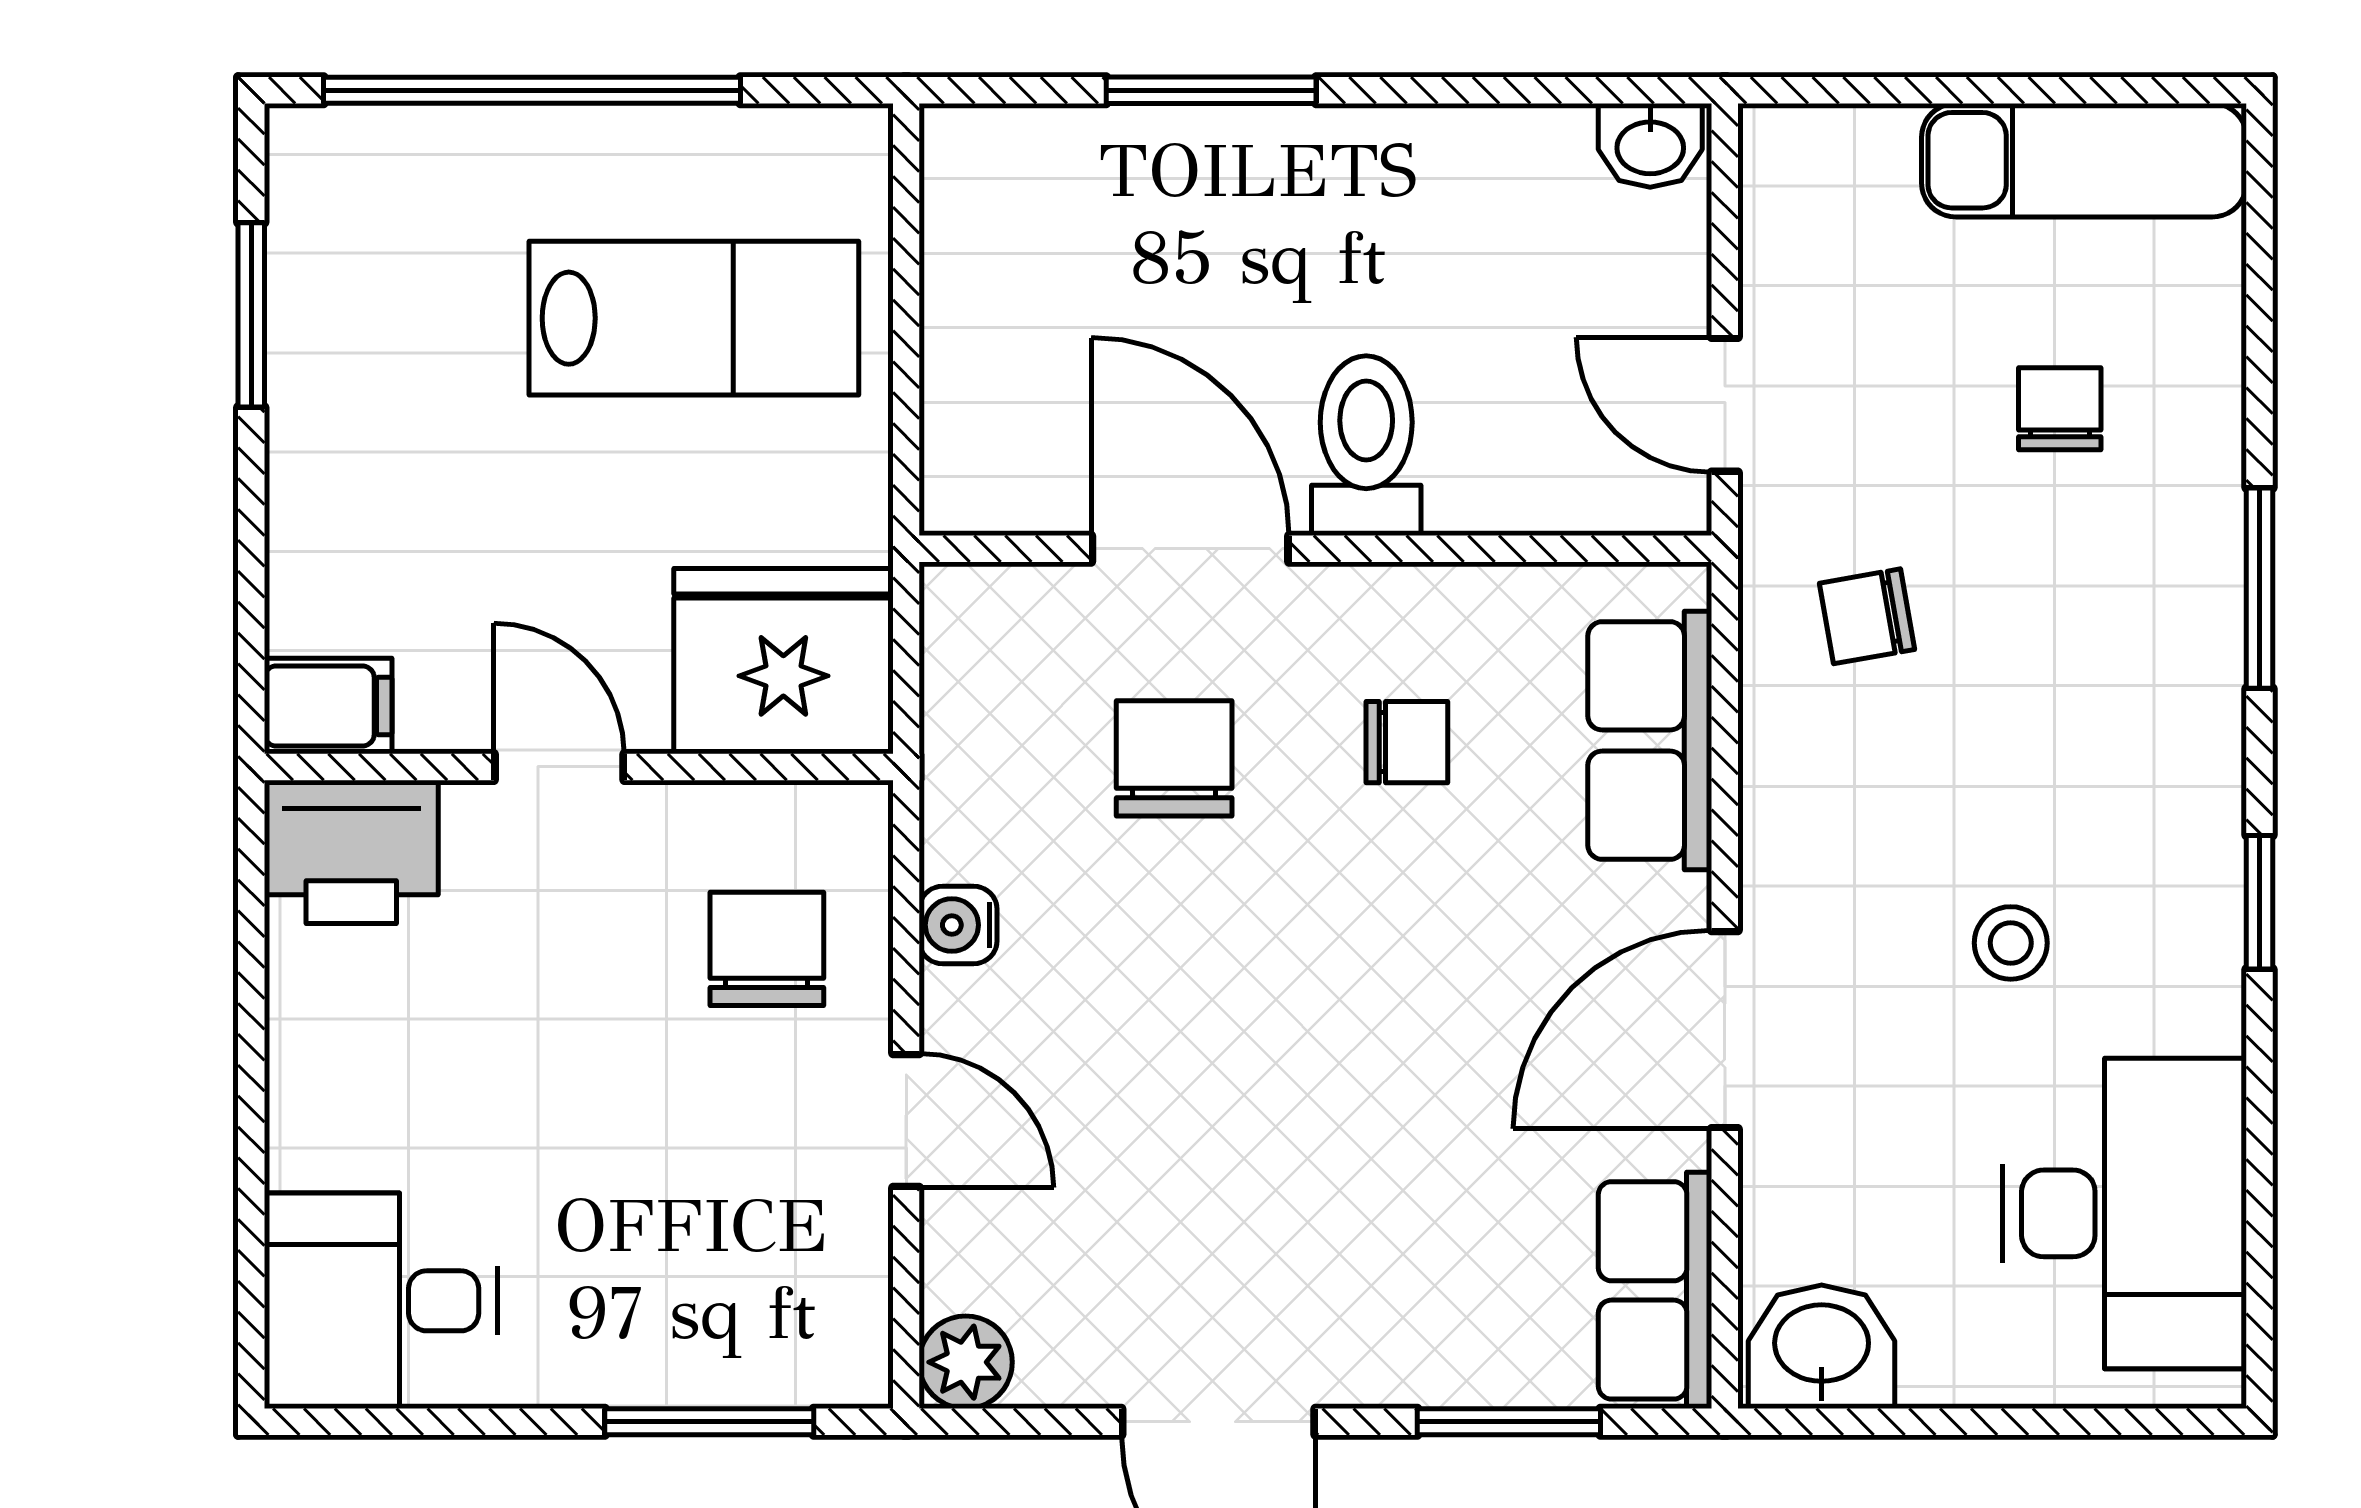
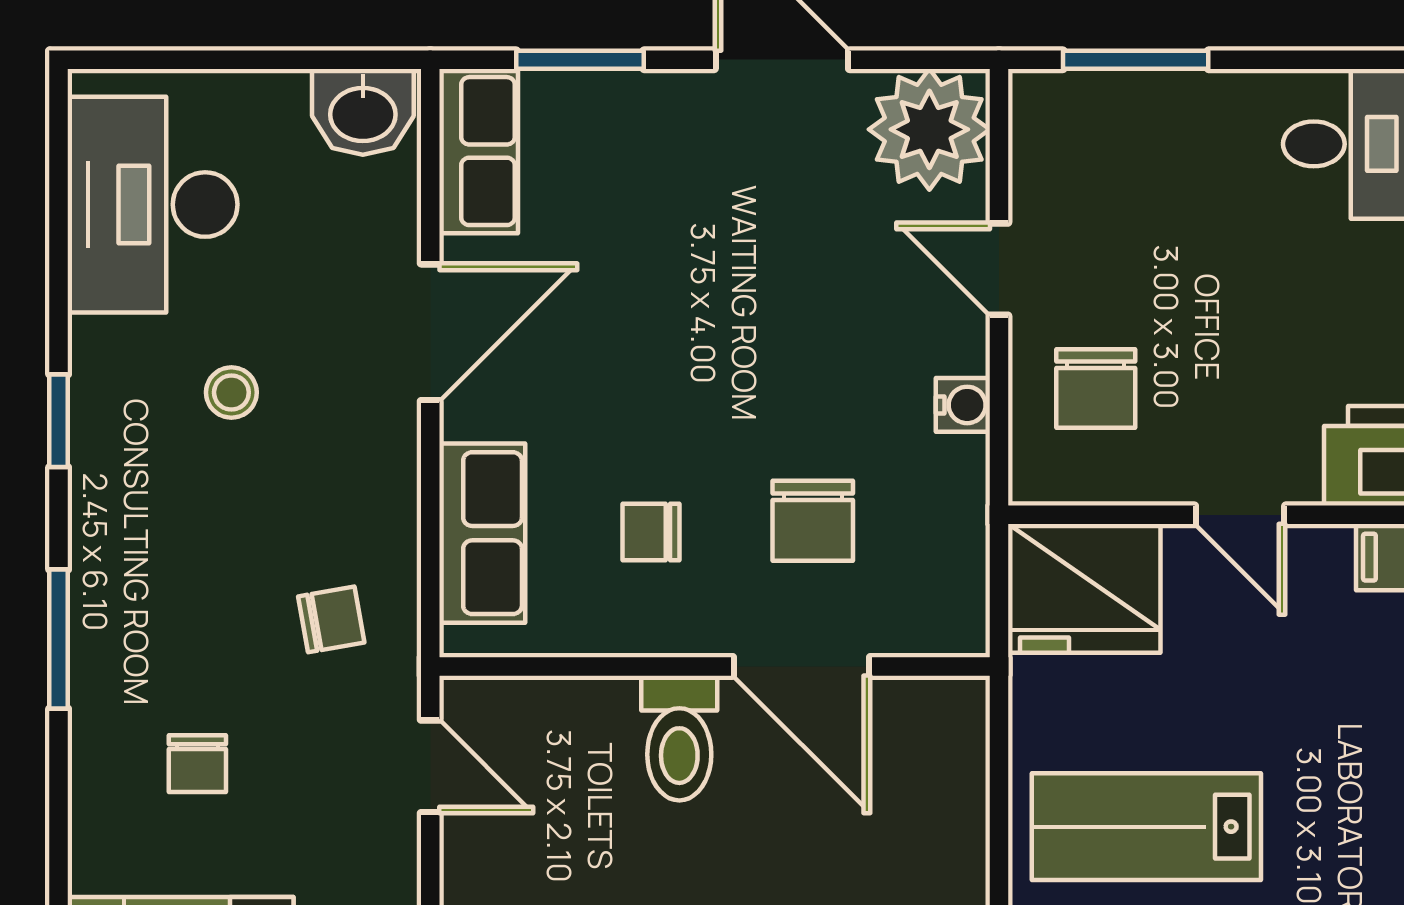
plant: (966, 1362) -> (929, 129), width x1.87, depth x1.87

